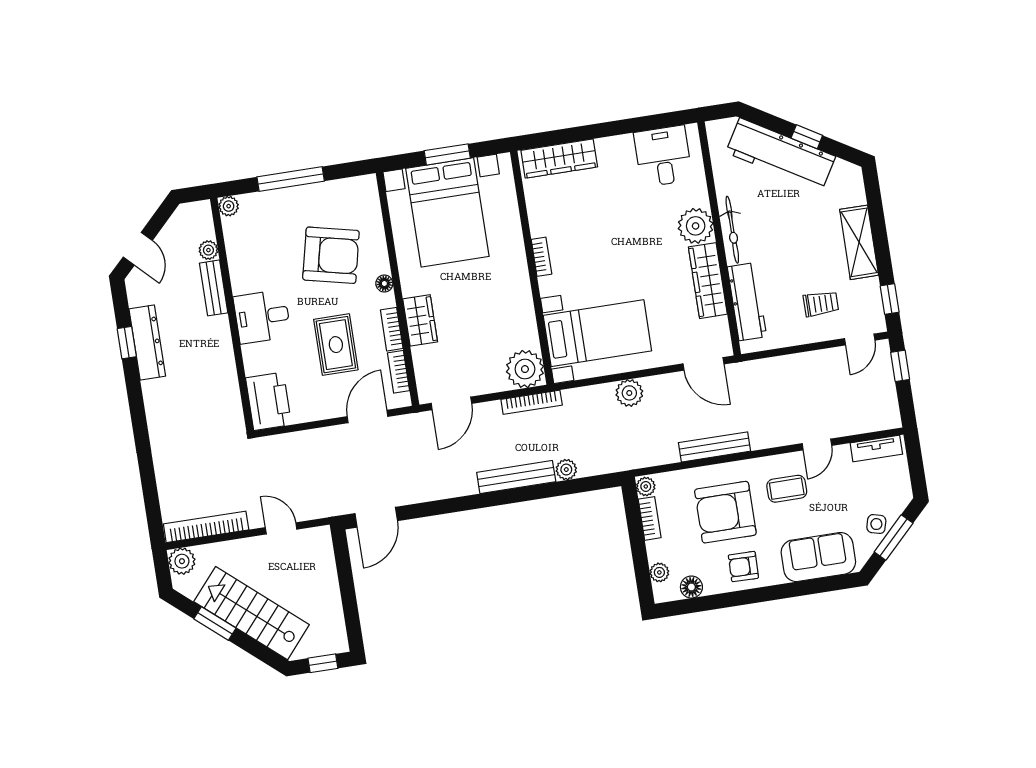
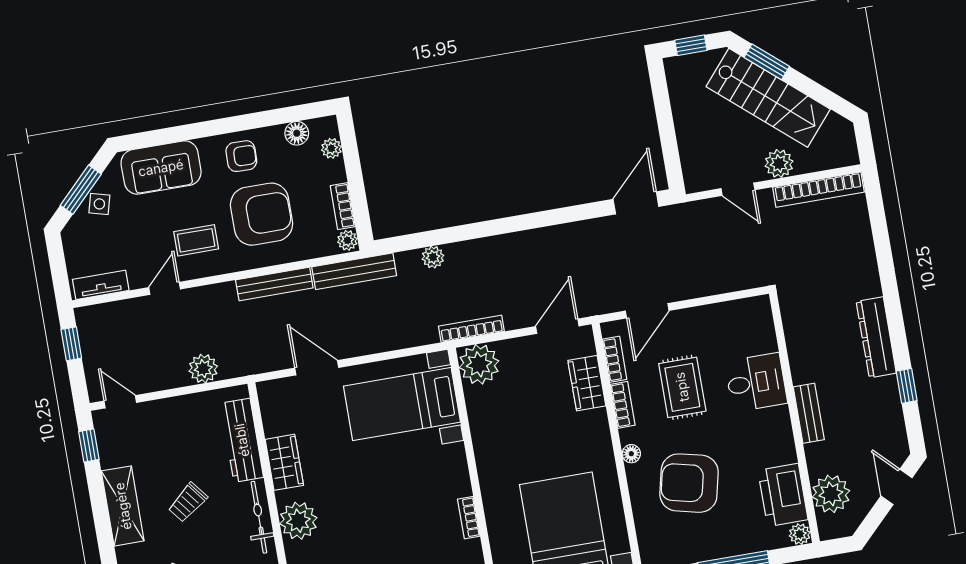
plant: (208, 250) -> (831, 494), width x1.88, depth x1.88
bookcase: (541, 257) -> (469, 518), moved
wardrobe: (708, 281) -> (284, 462), width x0.67
bench: (214, 288) -> (809, 413), moved
trolley: (821, 304) -> (188, 502), moved, turned -38
desk: (262, 317) -> (756, 382), moved
wardrobe: (420, 320) -> (587, 383), moved
door: (860, 339) -> (120, 402), hinge flipped
dresser: (147, 343) -> (876, 337), moved
door: (703, 364) -> (317, 368), moved
window: (900, 366) -> (71, 344), moved
plant: (629, 393) -> (203, 369), moved
printer: (269, 401) -> (783, 495), moved
bench: (516, 477) -> (354, 271), moved
plant: (182, 561) -> (779, 164), moved
window: (215, 623) -> (767, 62), moved

